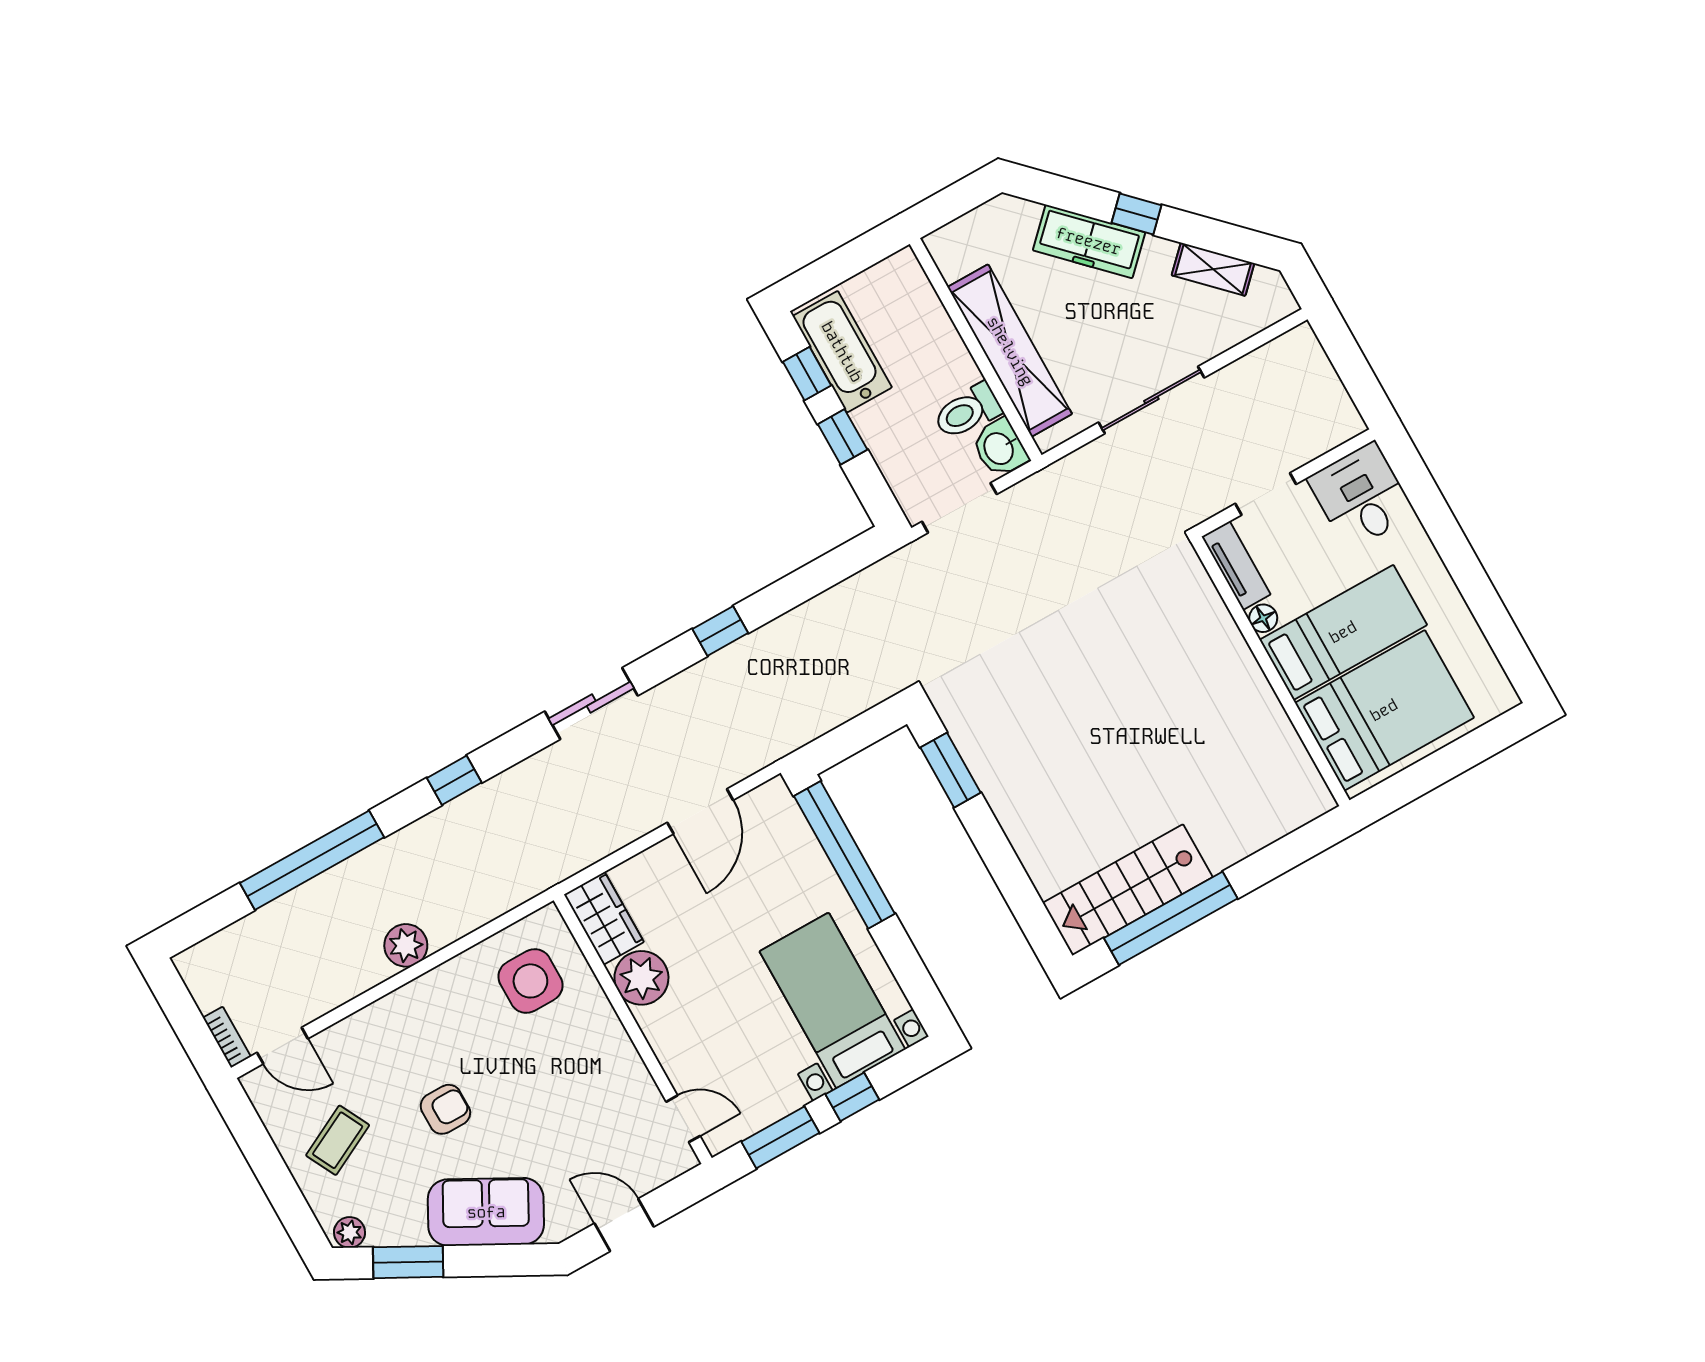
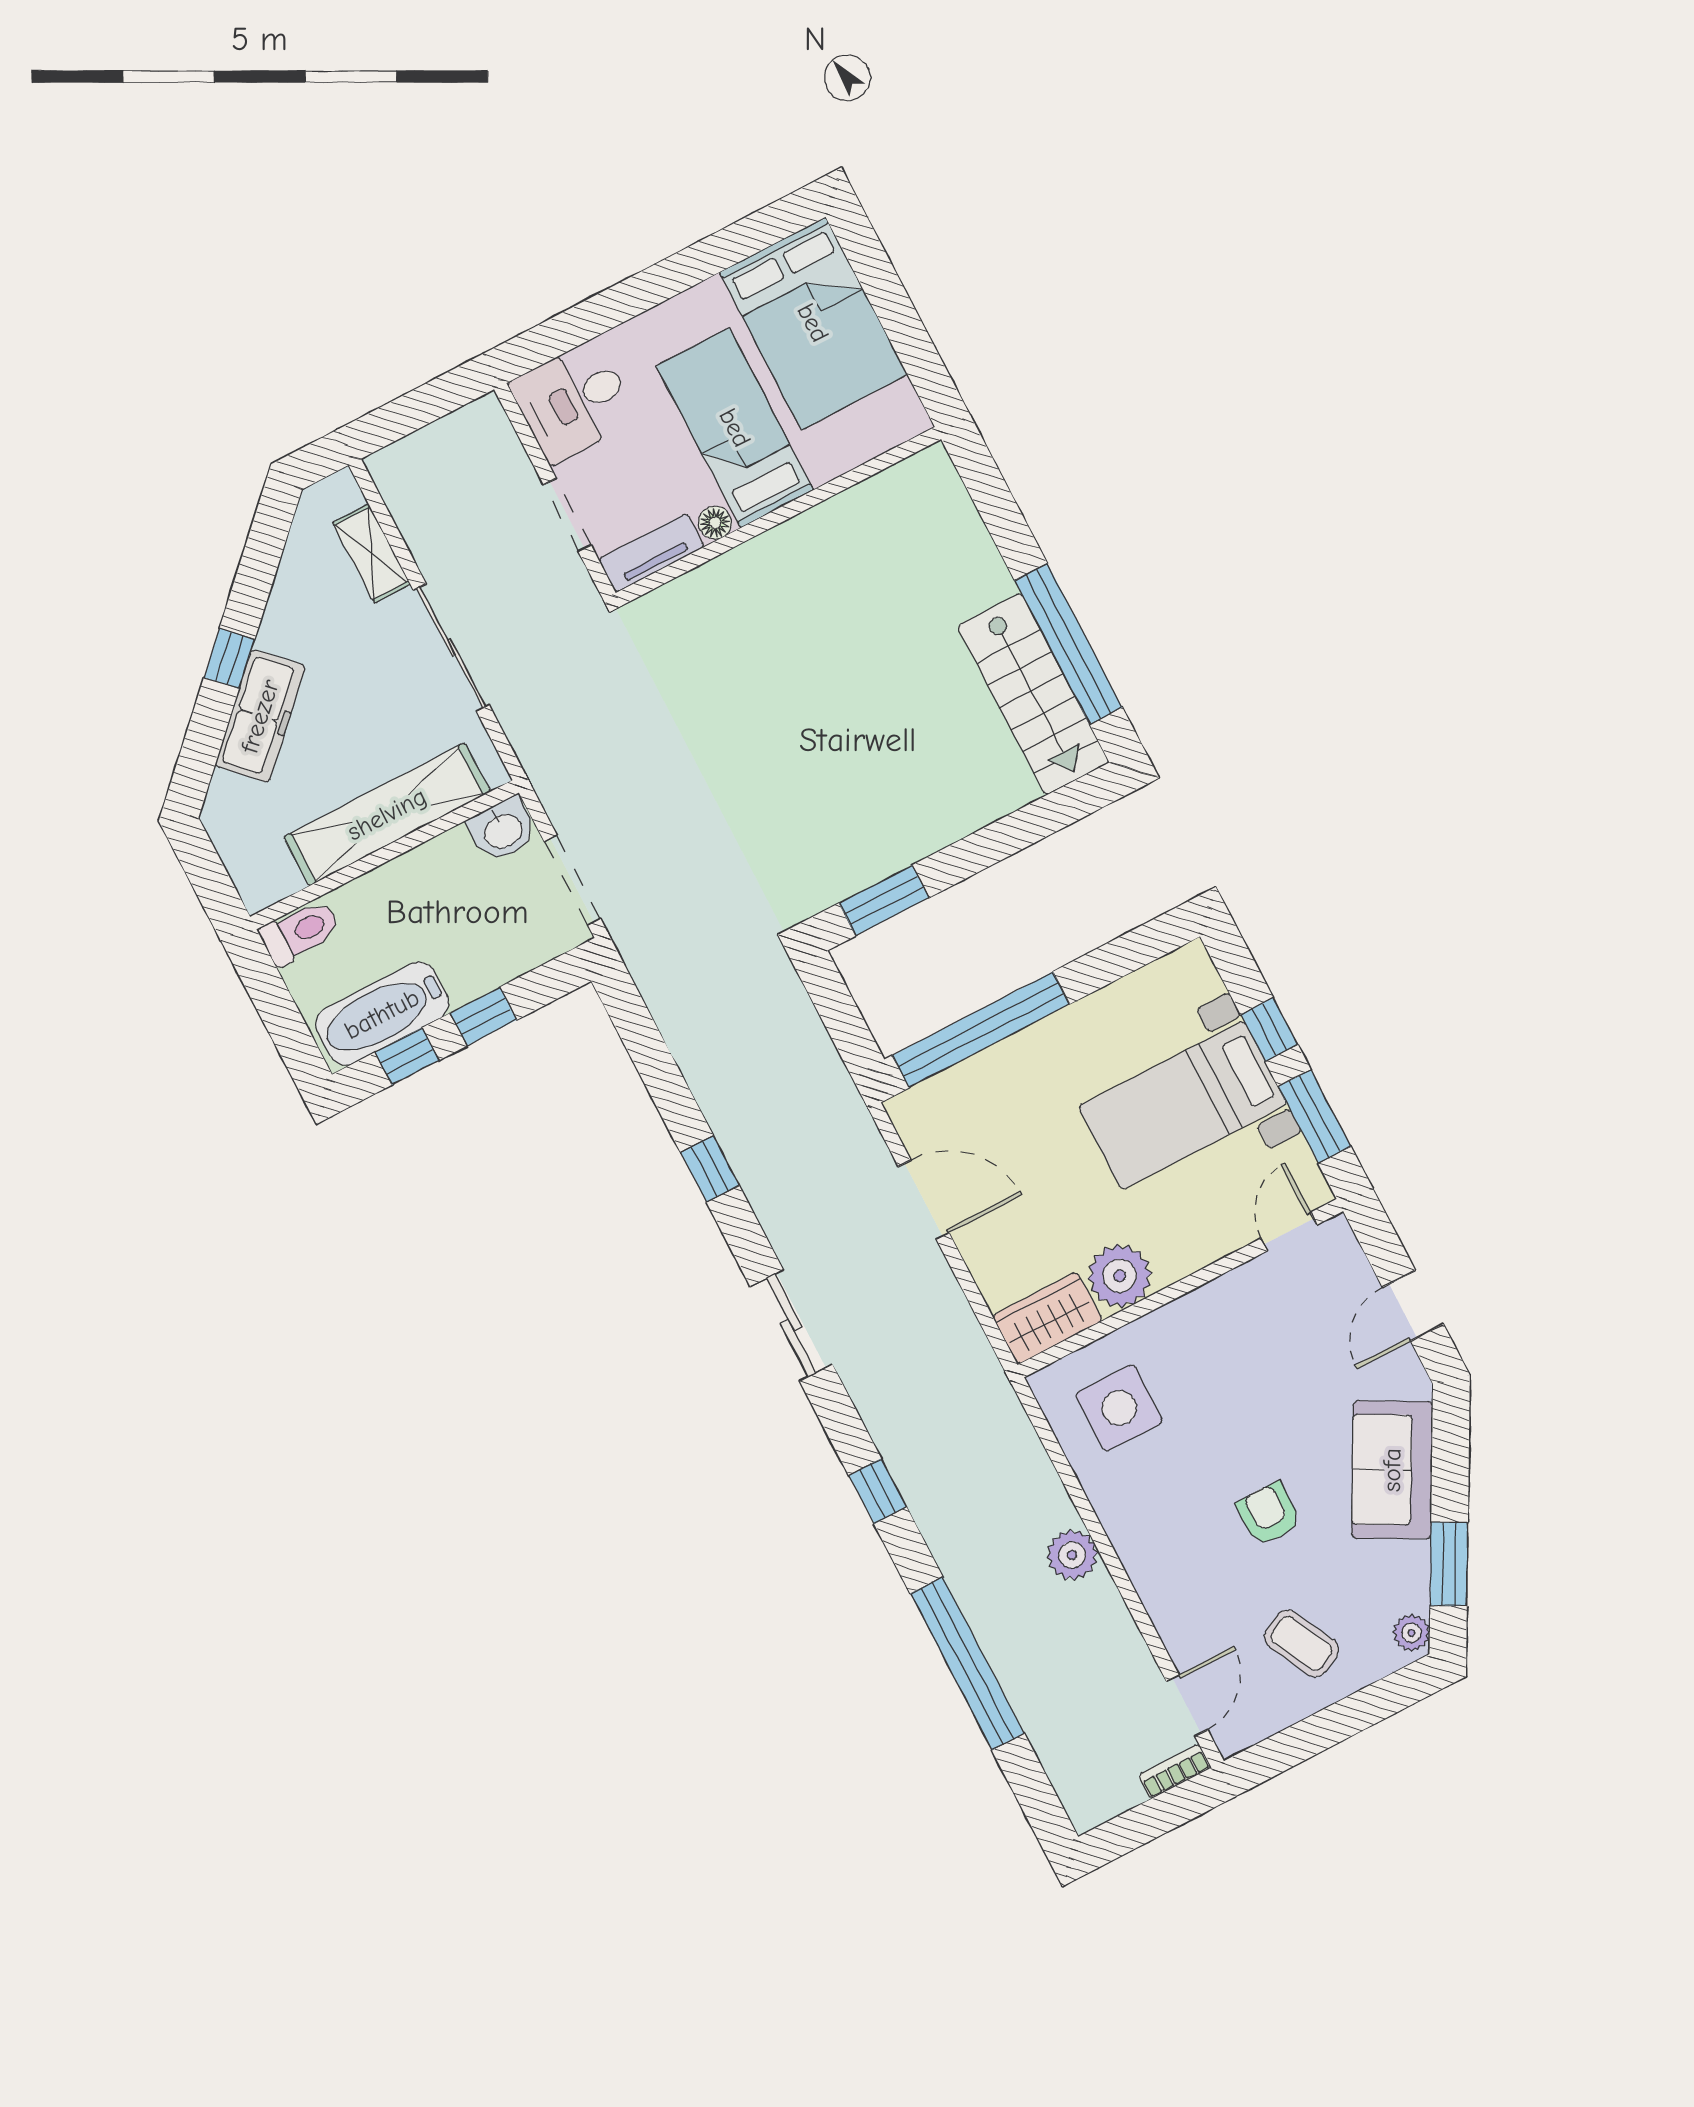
shelving: (1213, 269) -> (372, 553), moved, turned -45
toilet: (967, 411) -> (300, 932), moved, turned -90
bed: (1384, 710) -> (813, 323), moved, turned 180
bed with nightstands: (832, 1000) -> (1183, 1105), moved

